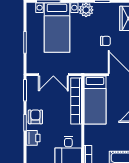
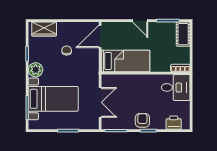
bookcase: (76, 101) -> (126, 80), removed
armchair: (35, 117) -> (142, 120), turned 90
printer: (33, 138) -> (174, 123), moved

